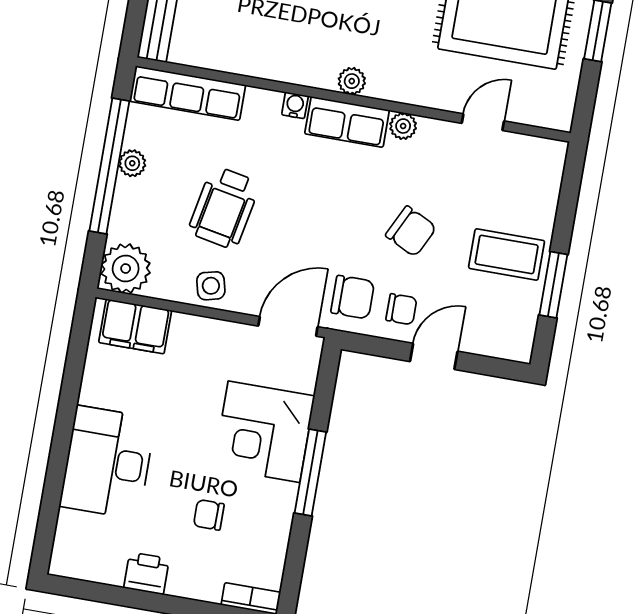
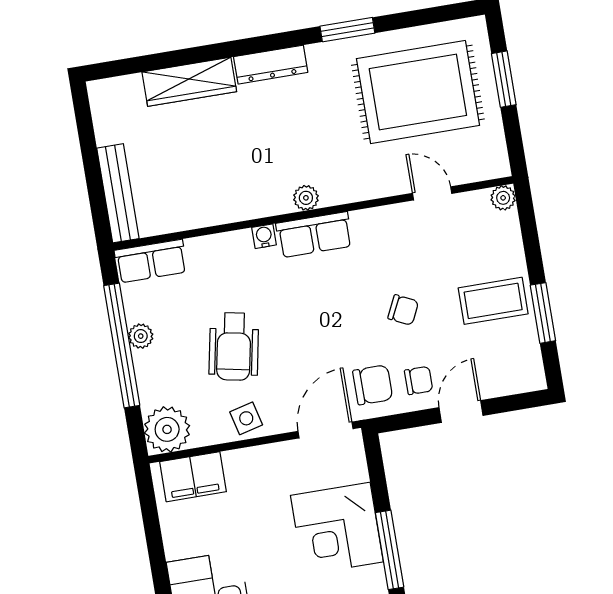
row of seats: (188, 93) -> (151, 261), width x0.68
door: (483, 122) -> (432, 193), hinge flipped
plant: (403, 126) -> (503, 198), moved
chair: (411, 231) -> (403, 310), width x0.73, depth x0.73

